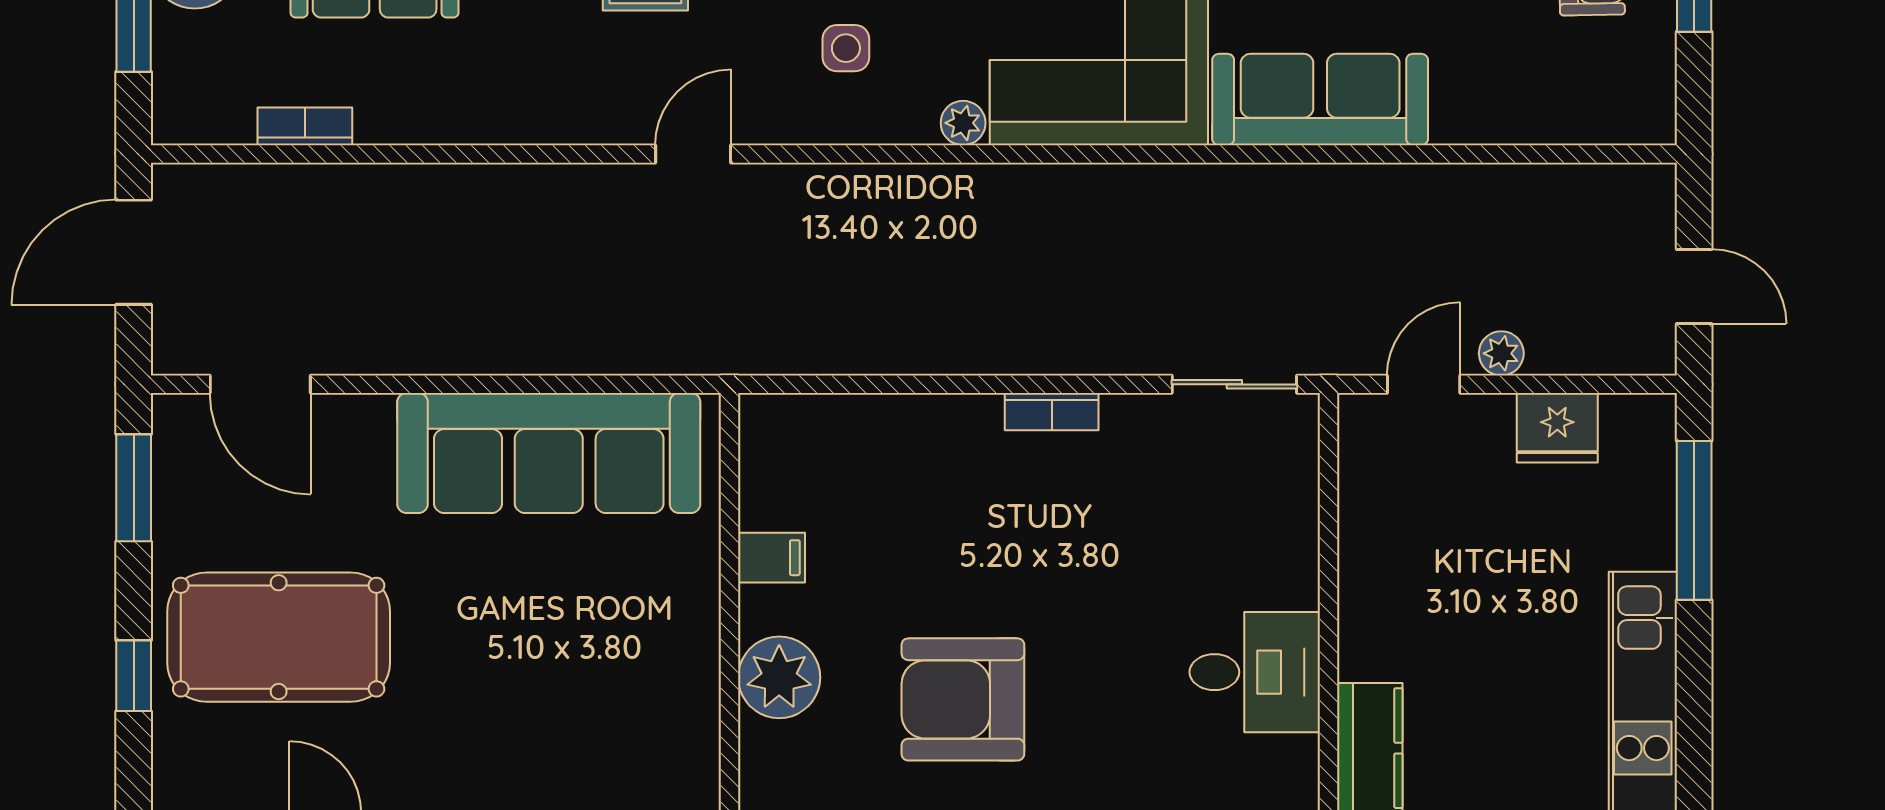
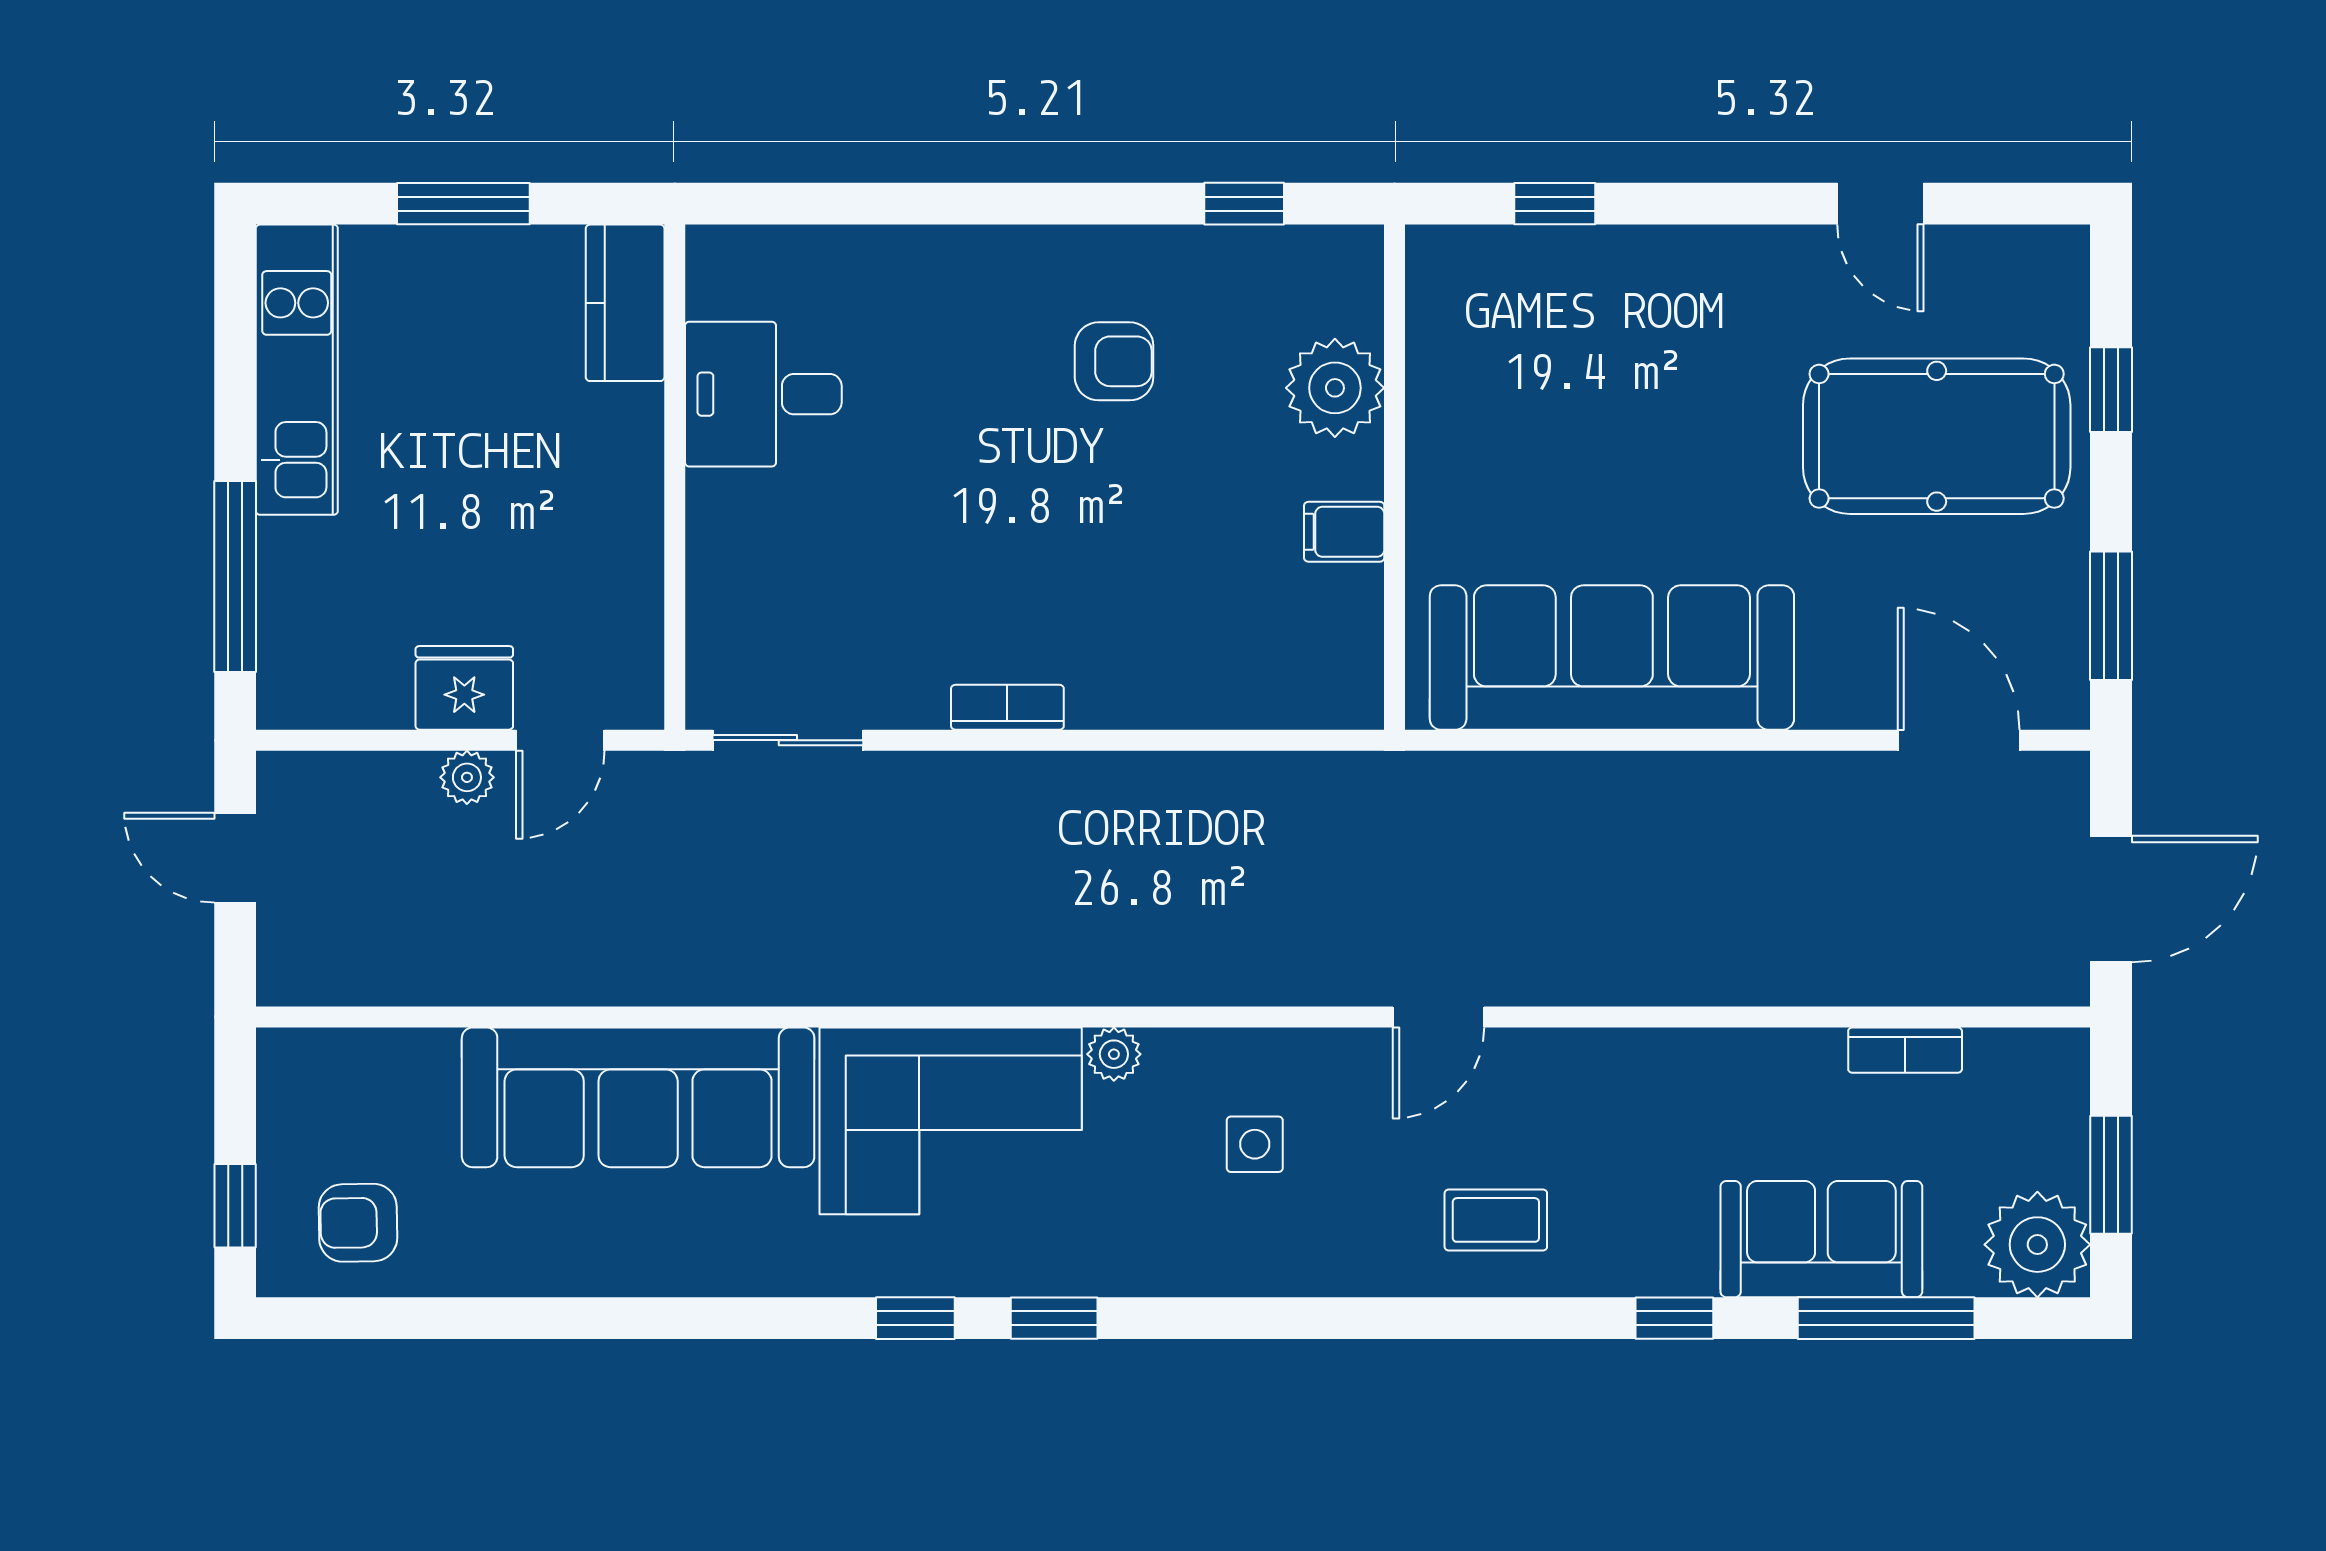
sofa: (1320, 99) -> (638, 1097), width x1.36, depth x1.27
fridge: (1557, 428) -> (464, 688), moved
armchair: (963, 699) -> (1114, 361), width x0.53, depth x0.53

